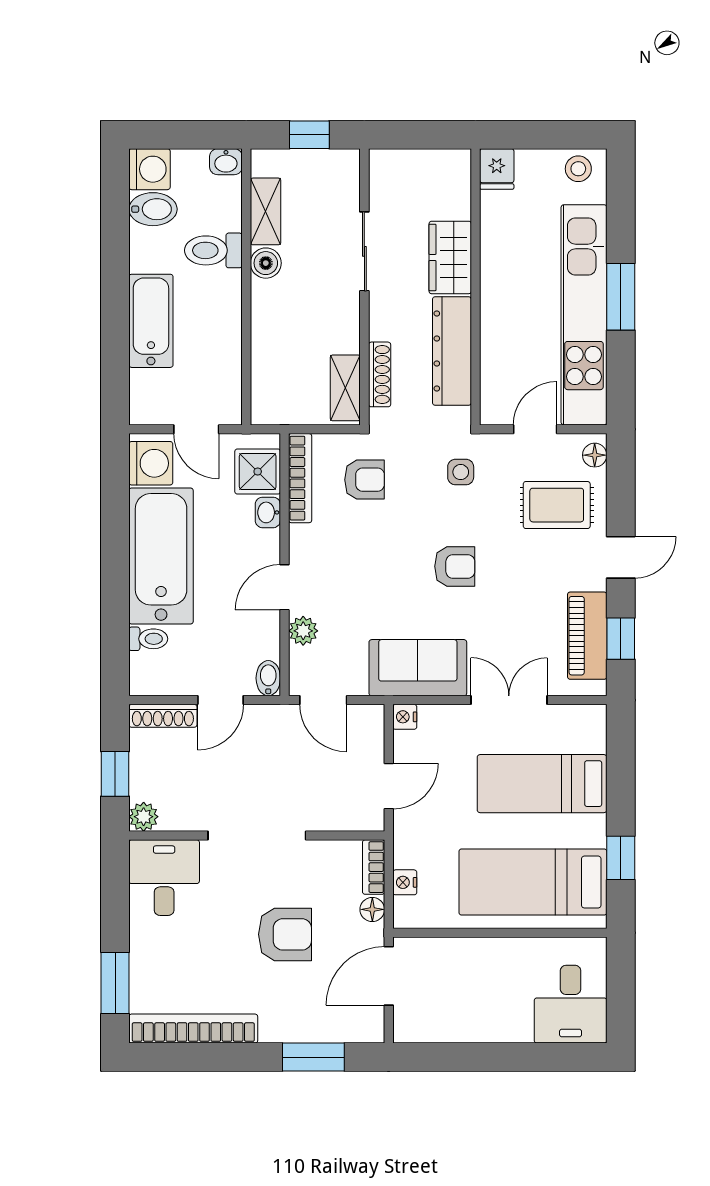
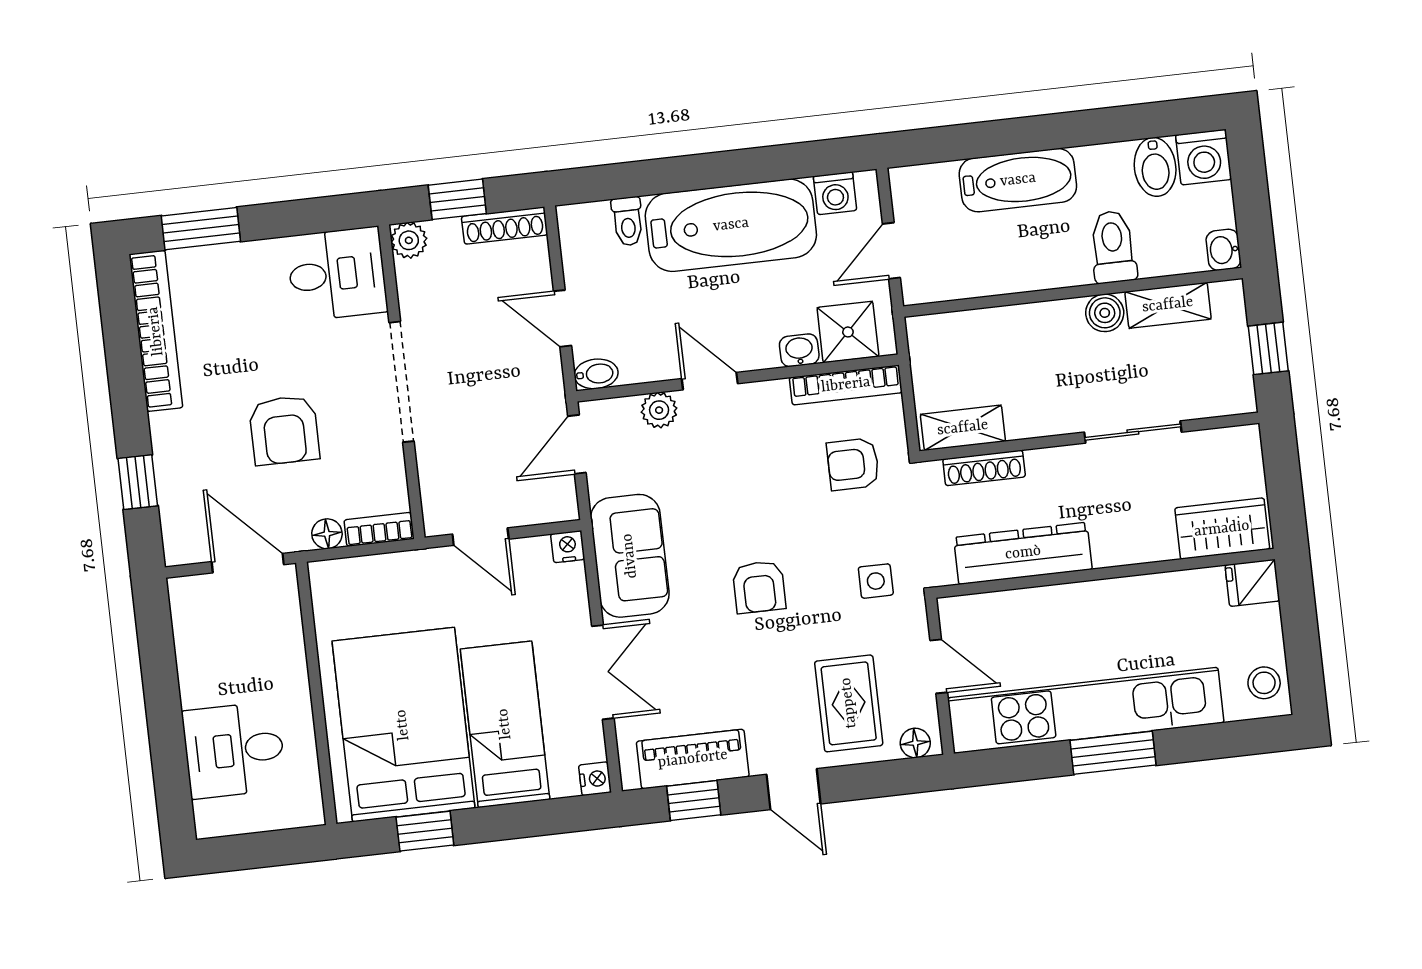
wardrobe: (450, 257) -> (1222, 529), moved
washing machine: (151, 463) -> (835, 193), width x0.73, depth x0.73
armchair: (365, 480) -> (853, 464), turned 90
shoe rack: (163, 716) -> (505, 226), moved, turned -90
nightstand: (405, 882) -> (595, 779), moved, turned 90
bed: (533, 882) -> (403, 725), width x1.50
desk: (571, 1004) -> (234, 750), moved
window: (313, 1057) -> (138, 482), width x0.67

